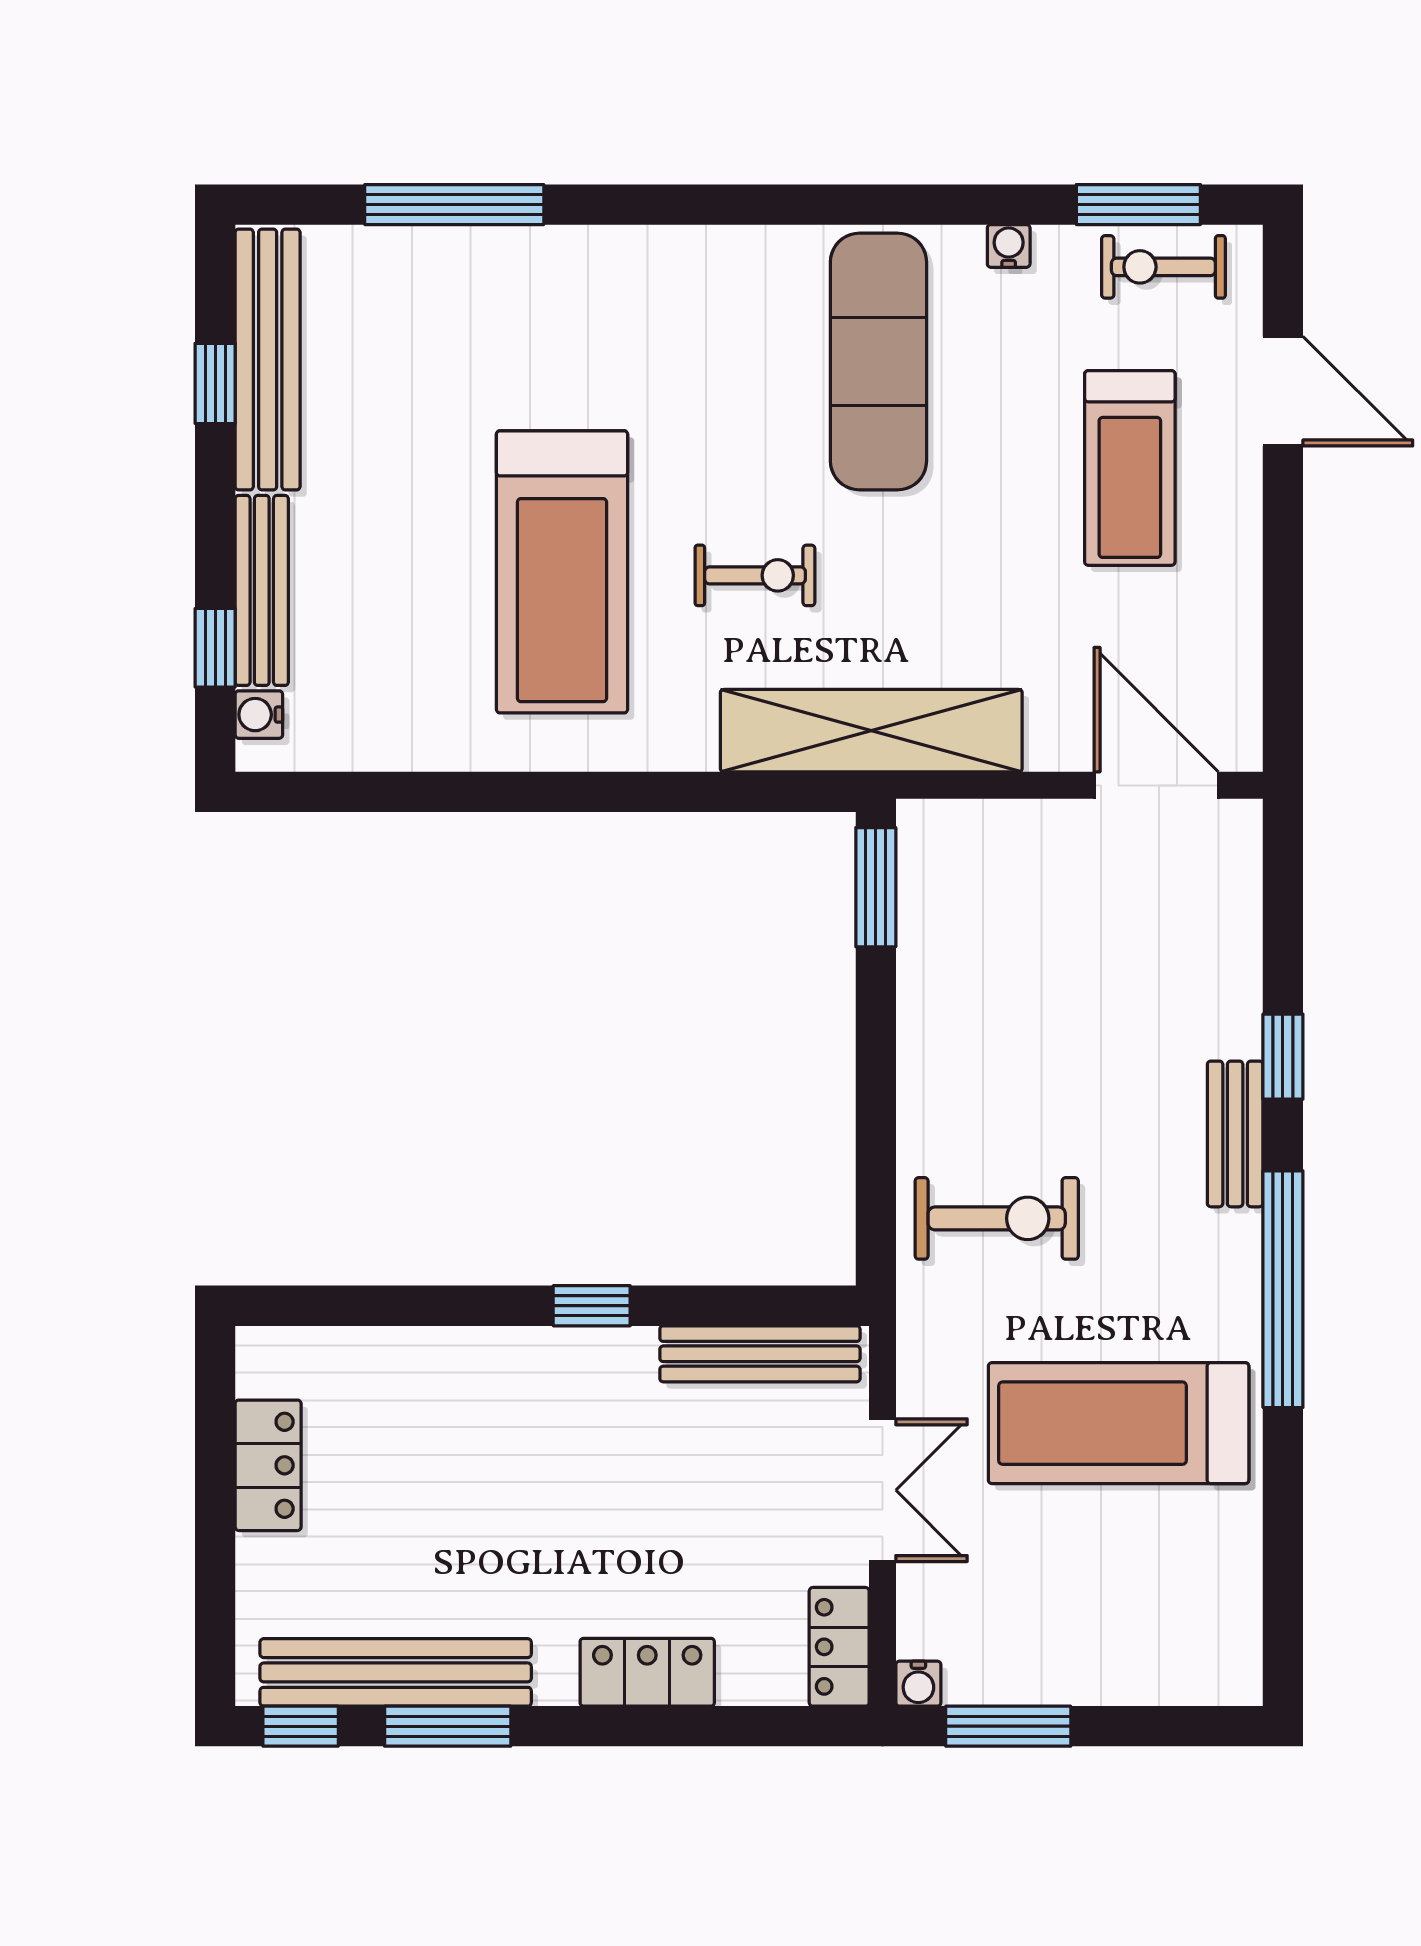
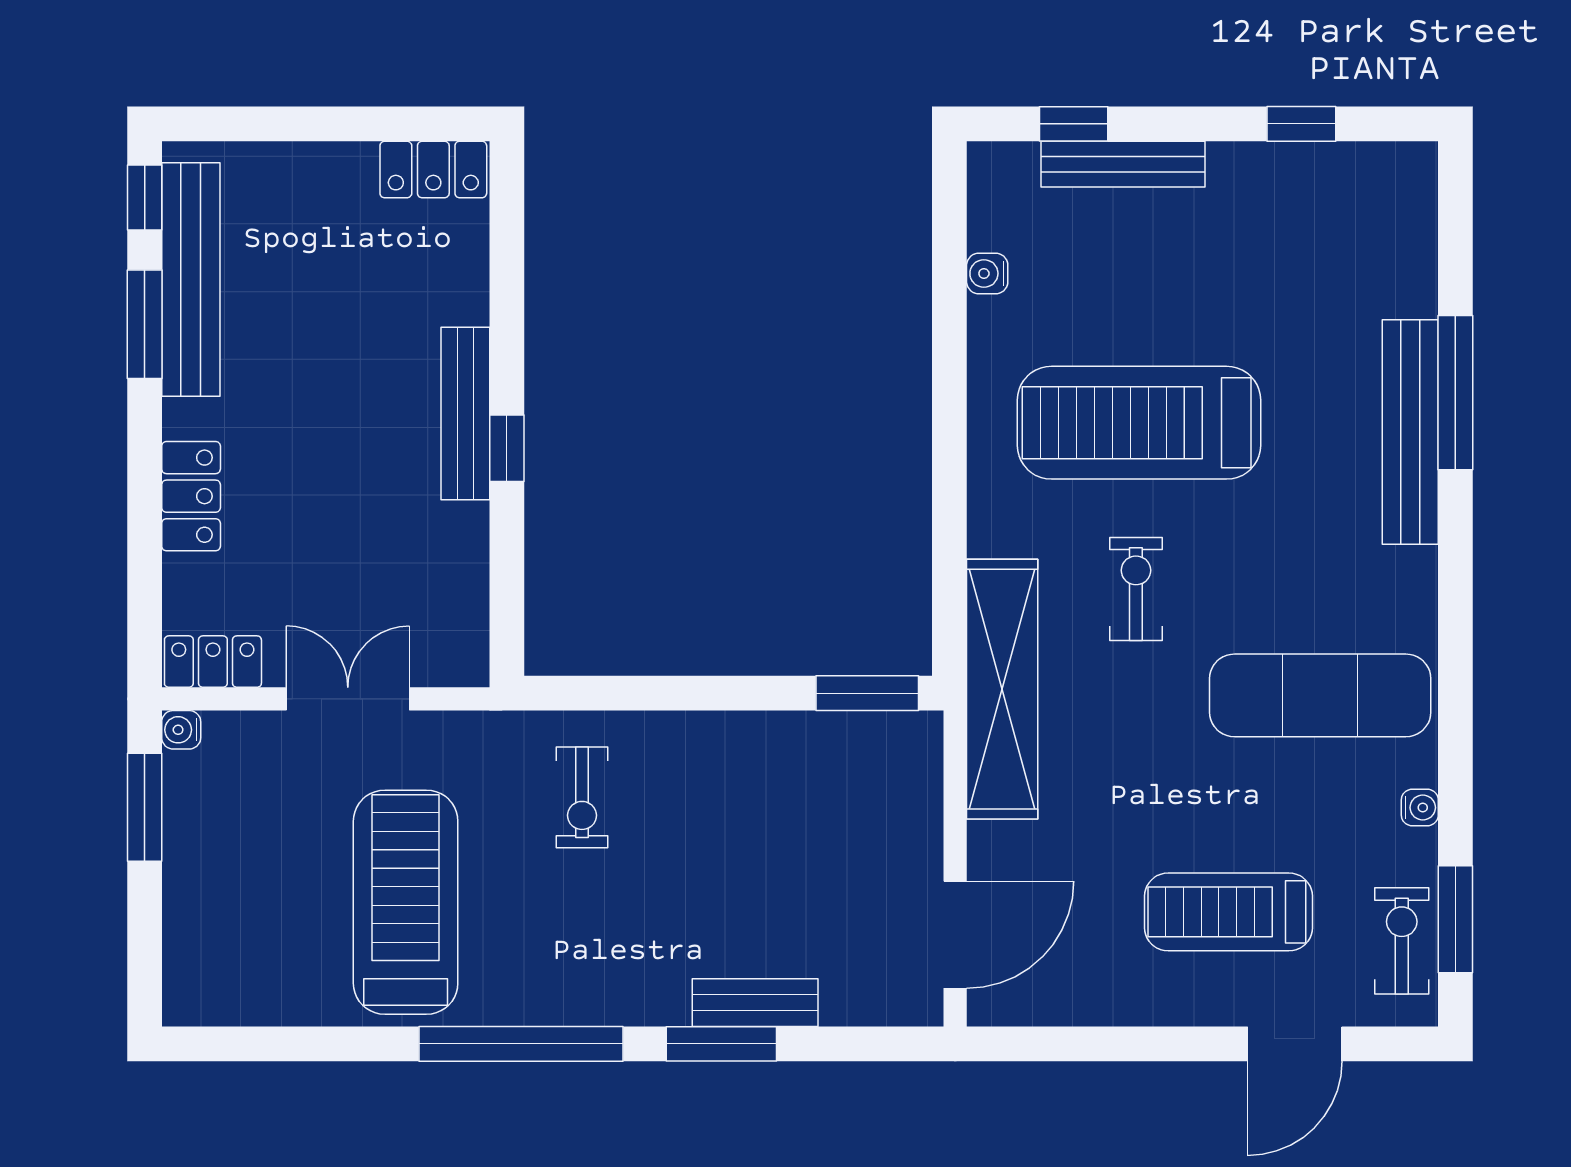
window: (454, 205) -> (1455, 393), moved
bench: (268, 360) -> (1410, 432), moved, turned 90
exercise bike: (755, 575) -> (1136, 589), turned 180
water cooler: (259, 715) -> (987, 273), moved, turned -90
window: (1283, 1057) -> (721, 1044), width x1.50
bench: (1235, 1134) -> (755, 1003), moved
exercise bike: (997, 1218) -> (582, 797), width x0.73, depth x0.72
bench: (760, 1354) -> (465, 413), moved
locker: (268, 1465) -> (433, 170), moved
double door: (883, 1490) -> (348, 699), swing flipped

